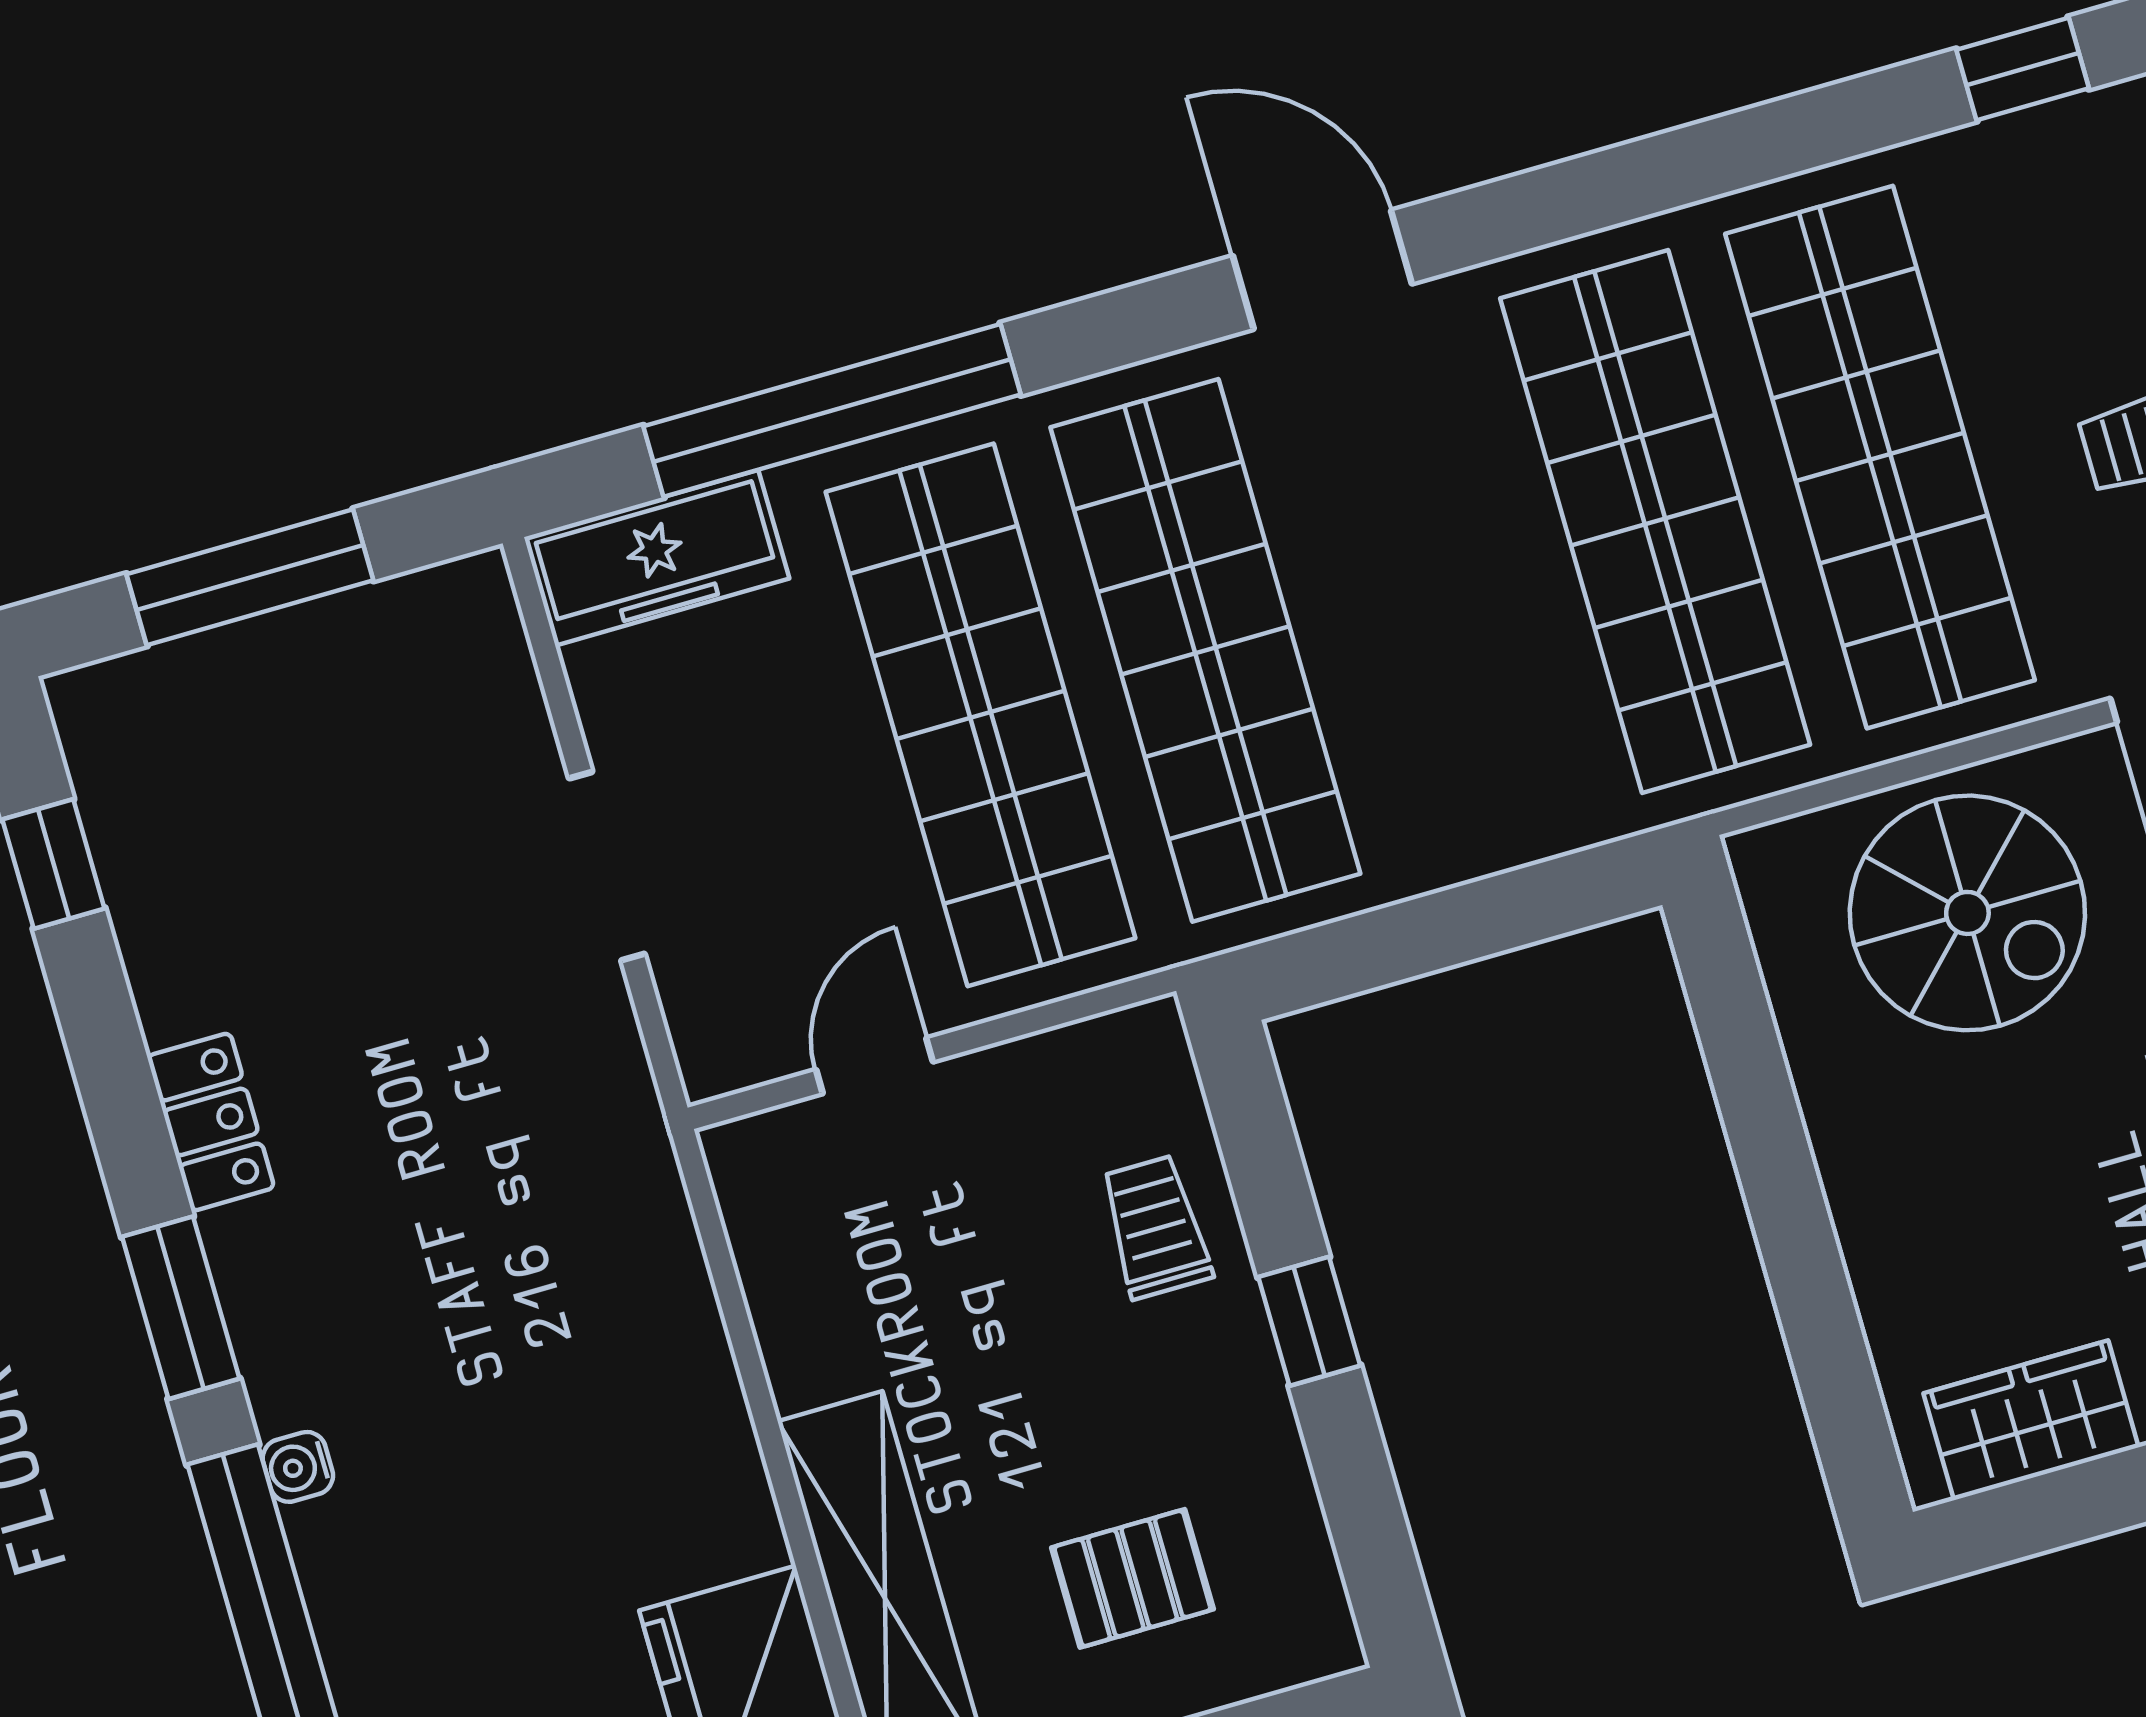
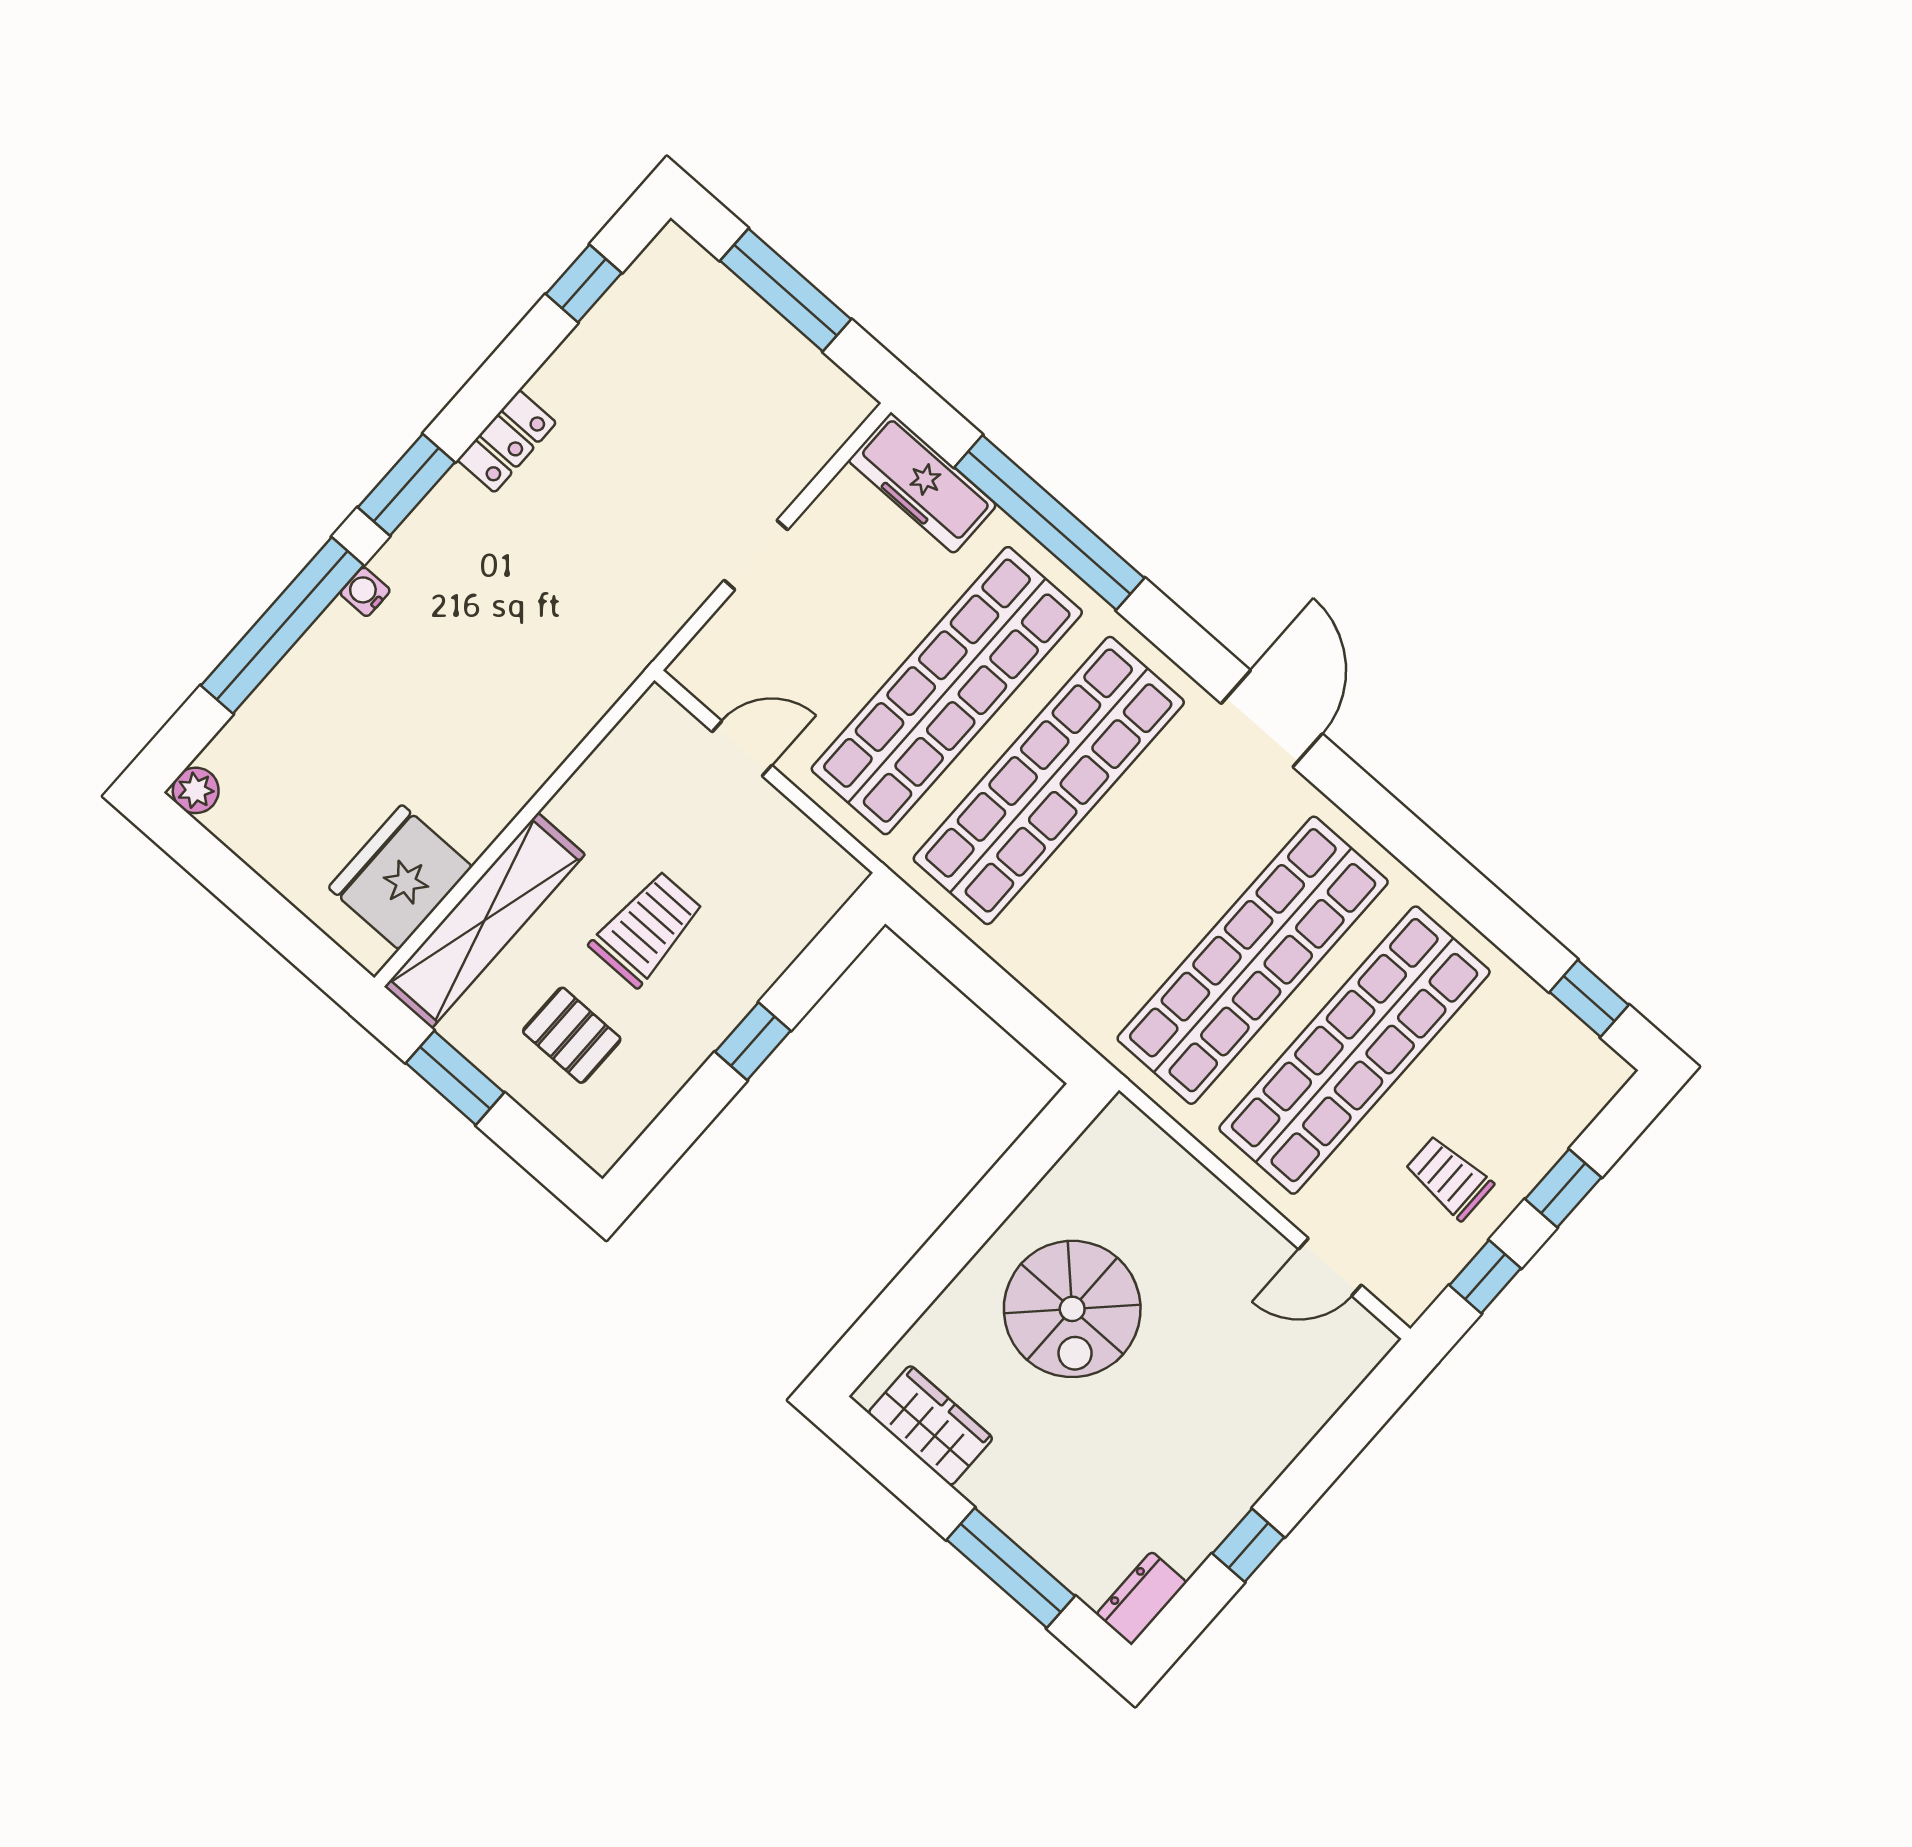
doorway: (607, 866) -> (756, 555), width x0.73
spiral stairs: (1967, 913) -> (1072, 1309), moved
trolley: (1156, 1227) -> (647, 928), moved, width x1.36, depth x1.39

